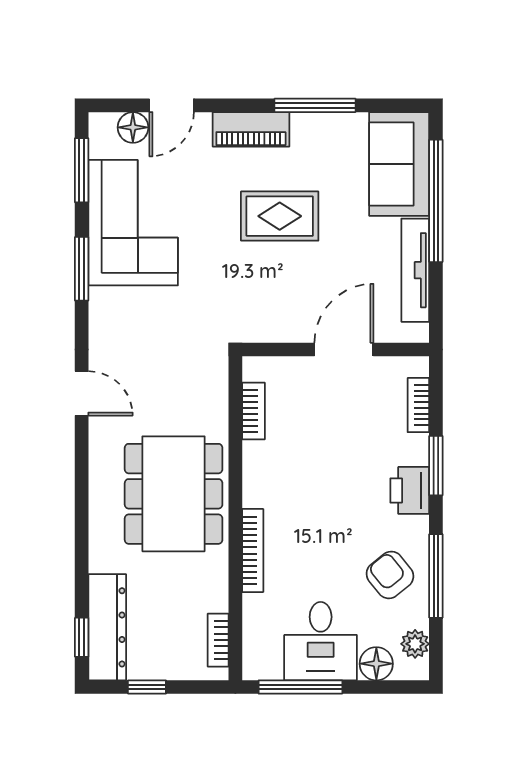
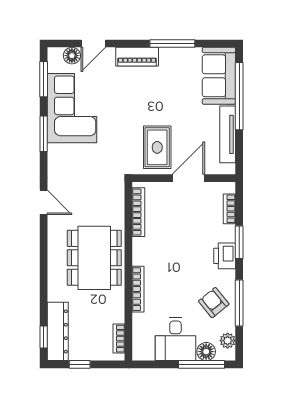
rug: (280, 216) -> (157, 147), moved, turned 90
bookcase: (253, 411) -> (138, 212), width x1.56
window: (300, 687) -> (201, 364), moved

